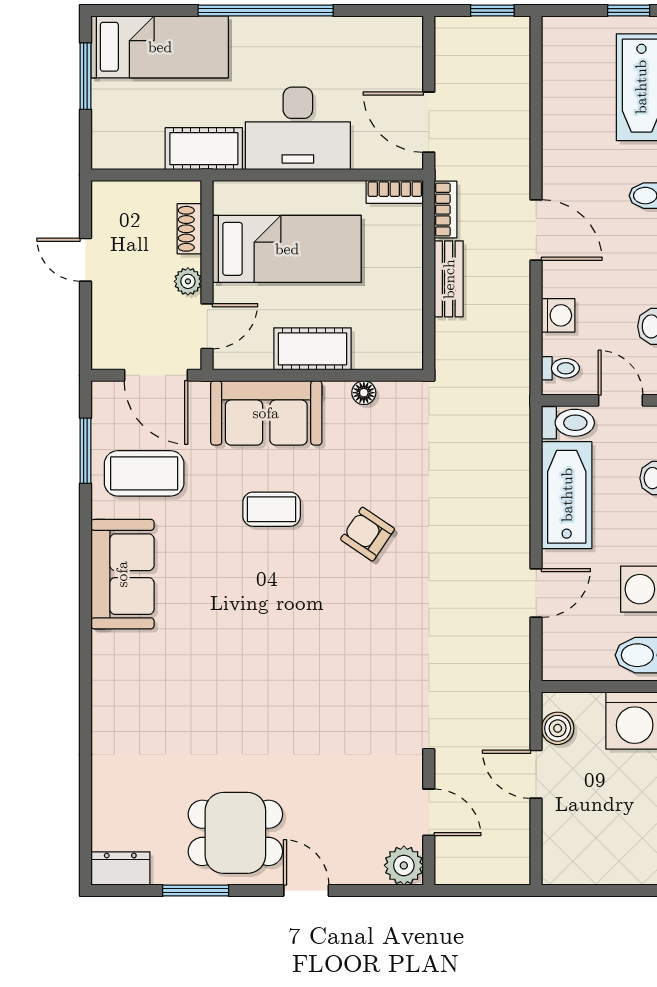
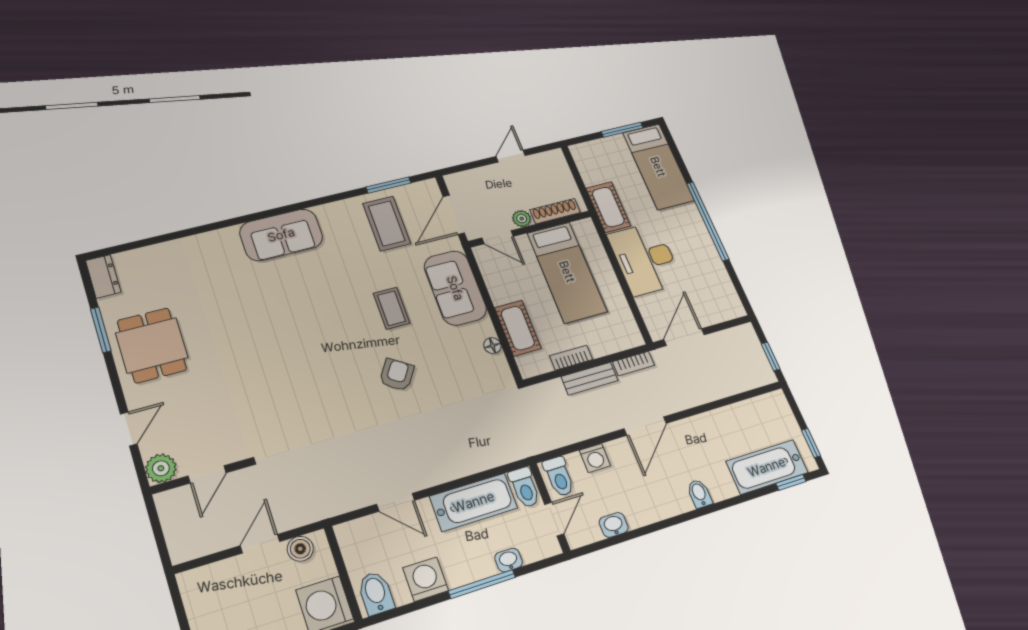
bookcase: (395, 192) -> (571, 358), moved, turned 90
shoe rack: (189, 229) -> (555, 211), width x1.43
cot: (313, 349) -> (518, 328), moved
toilet: (560, 368) -> (559, 477), width x1.37, depth x1.39
sofa: (122, 574) -> (281, 235), moved
door: (306, 890) -> (129, 429), moved

